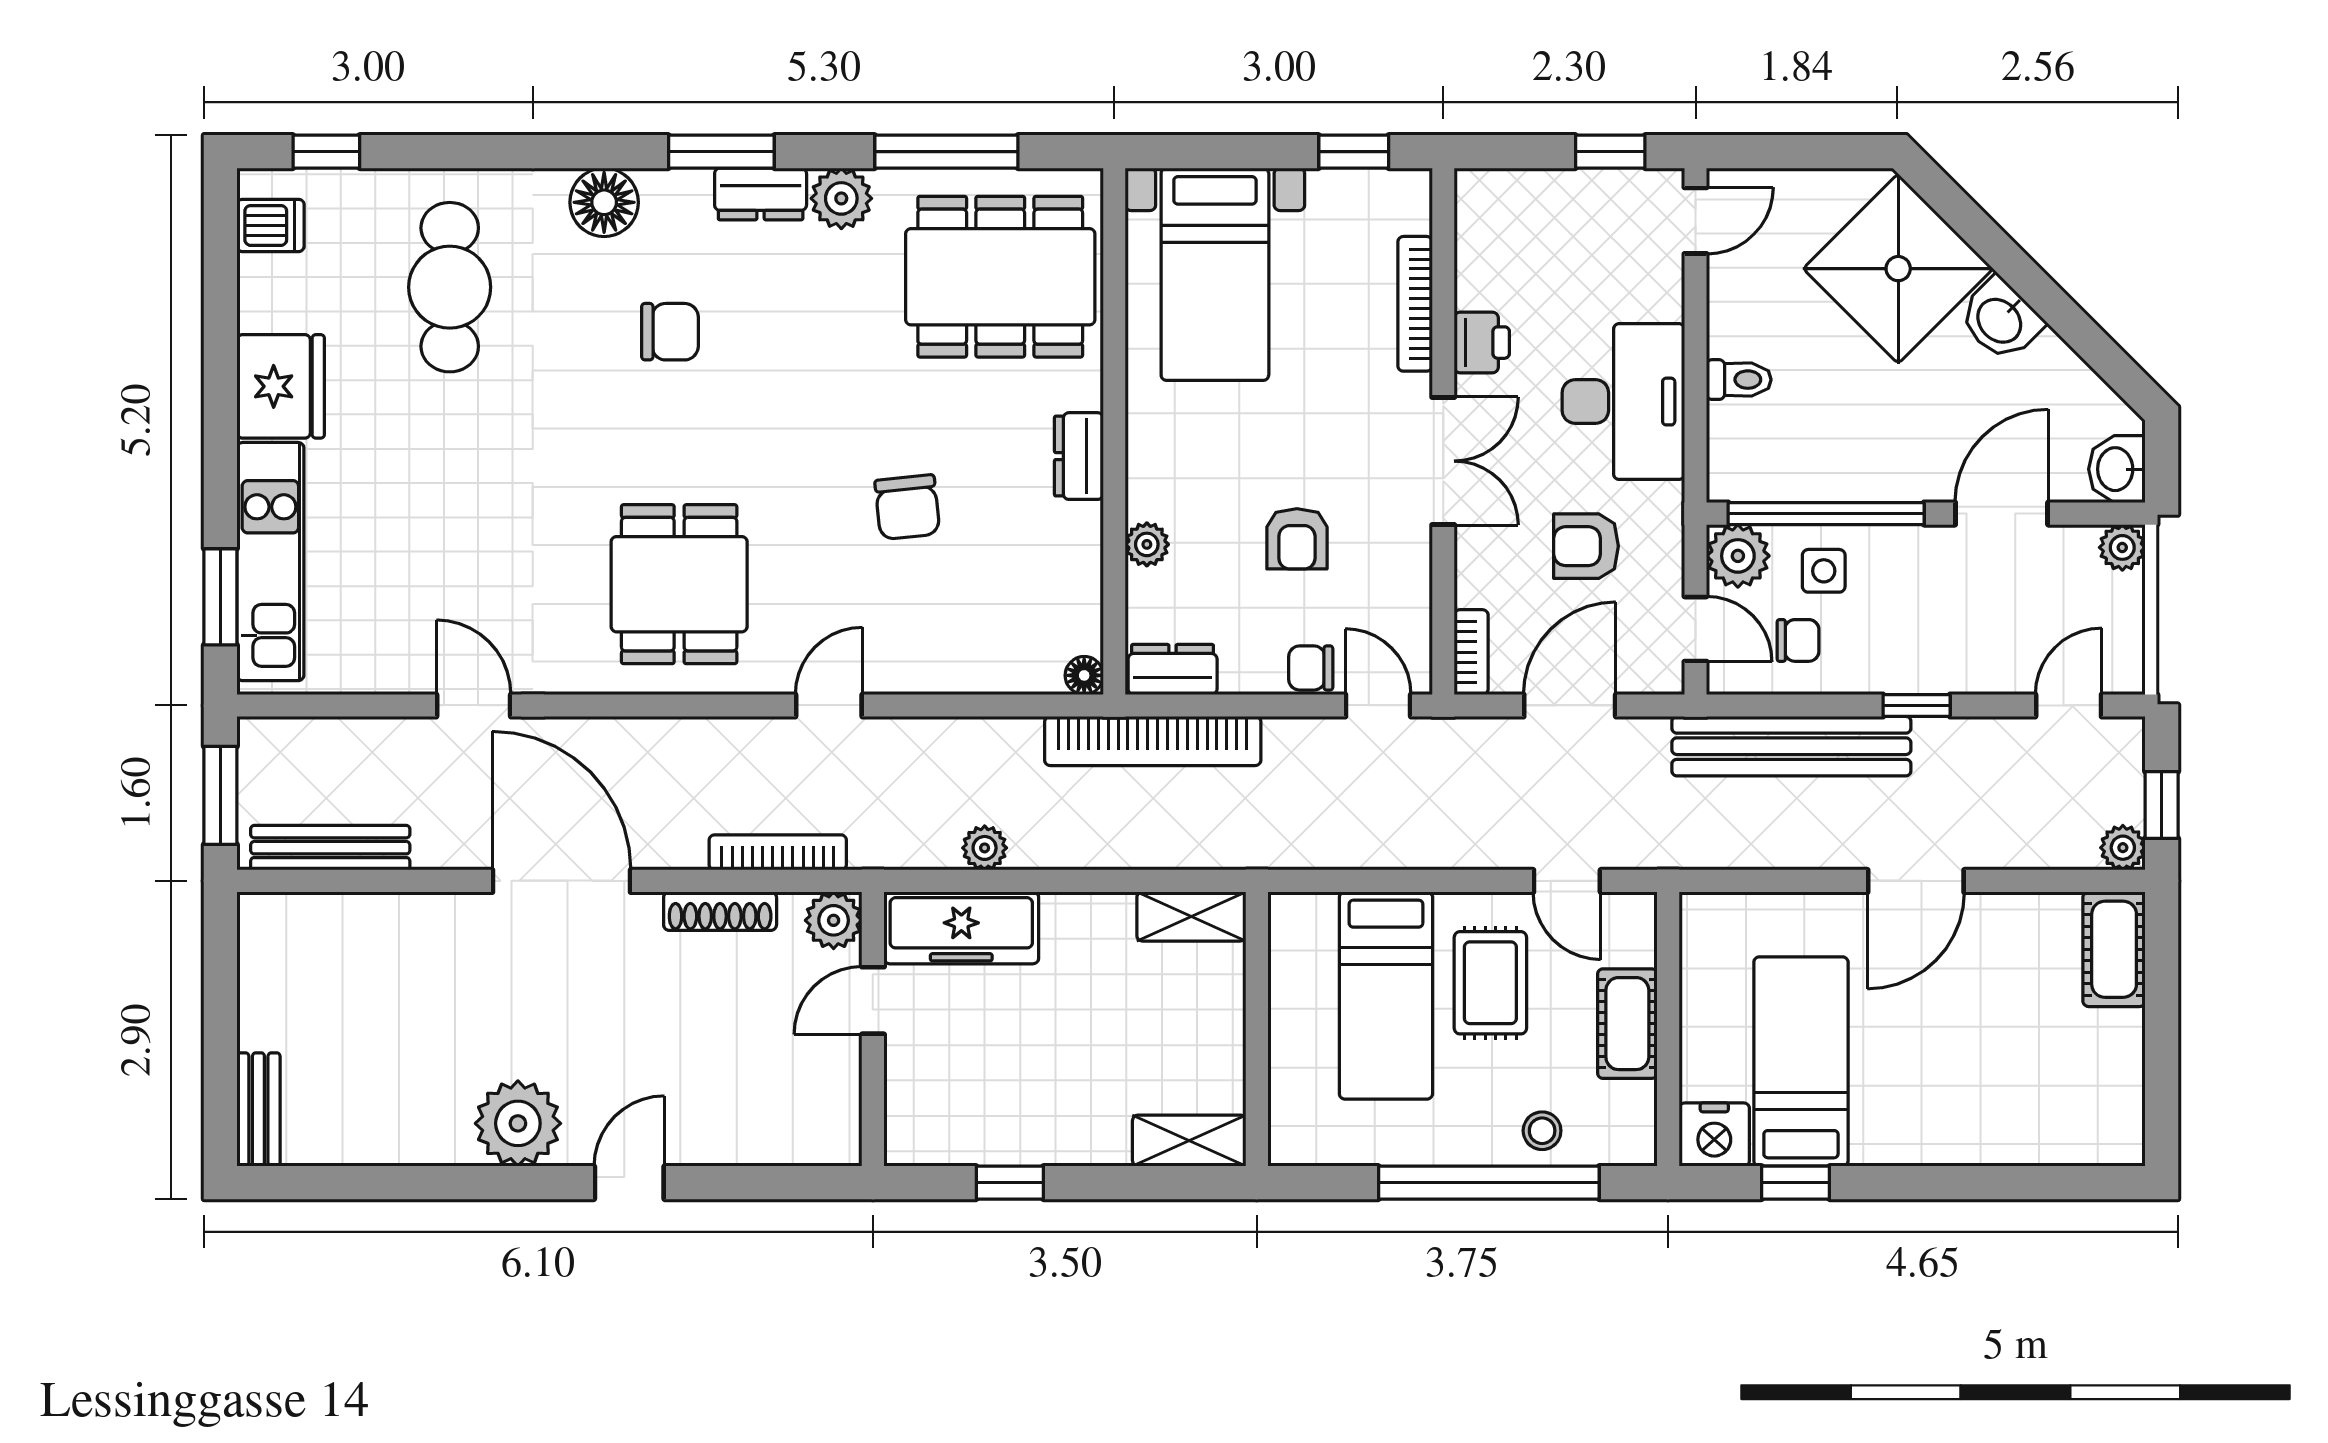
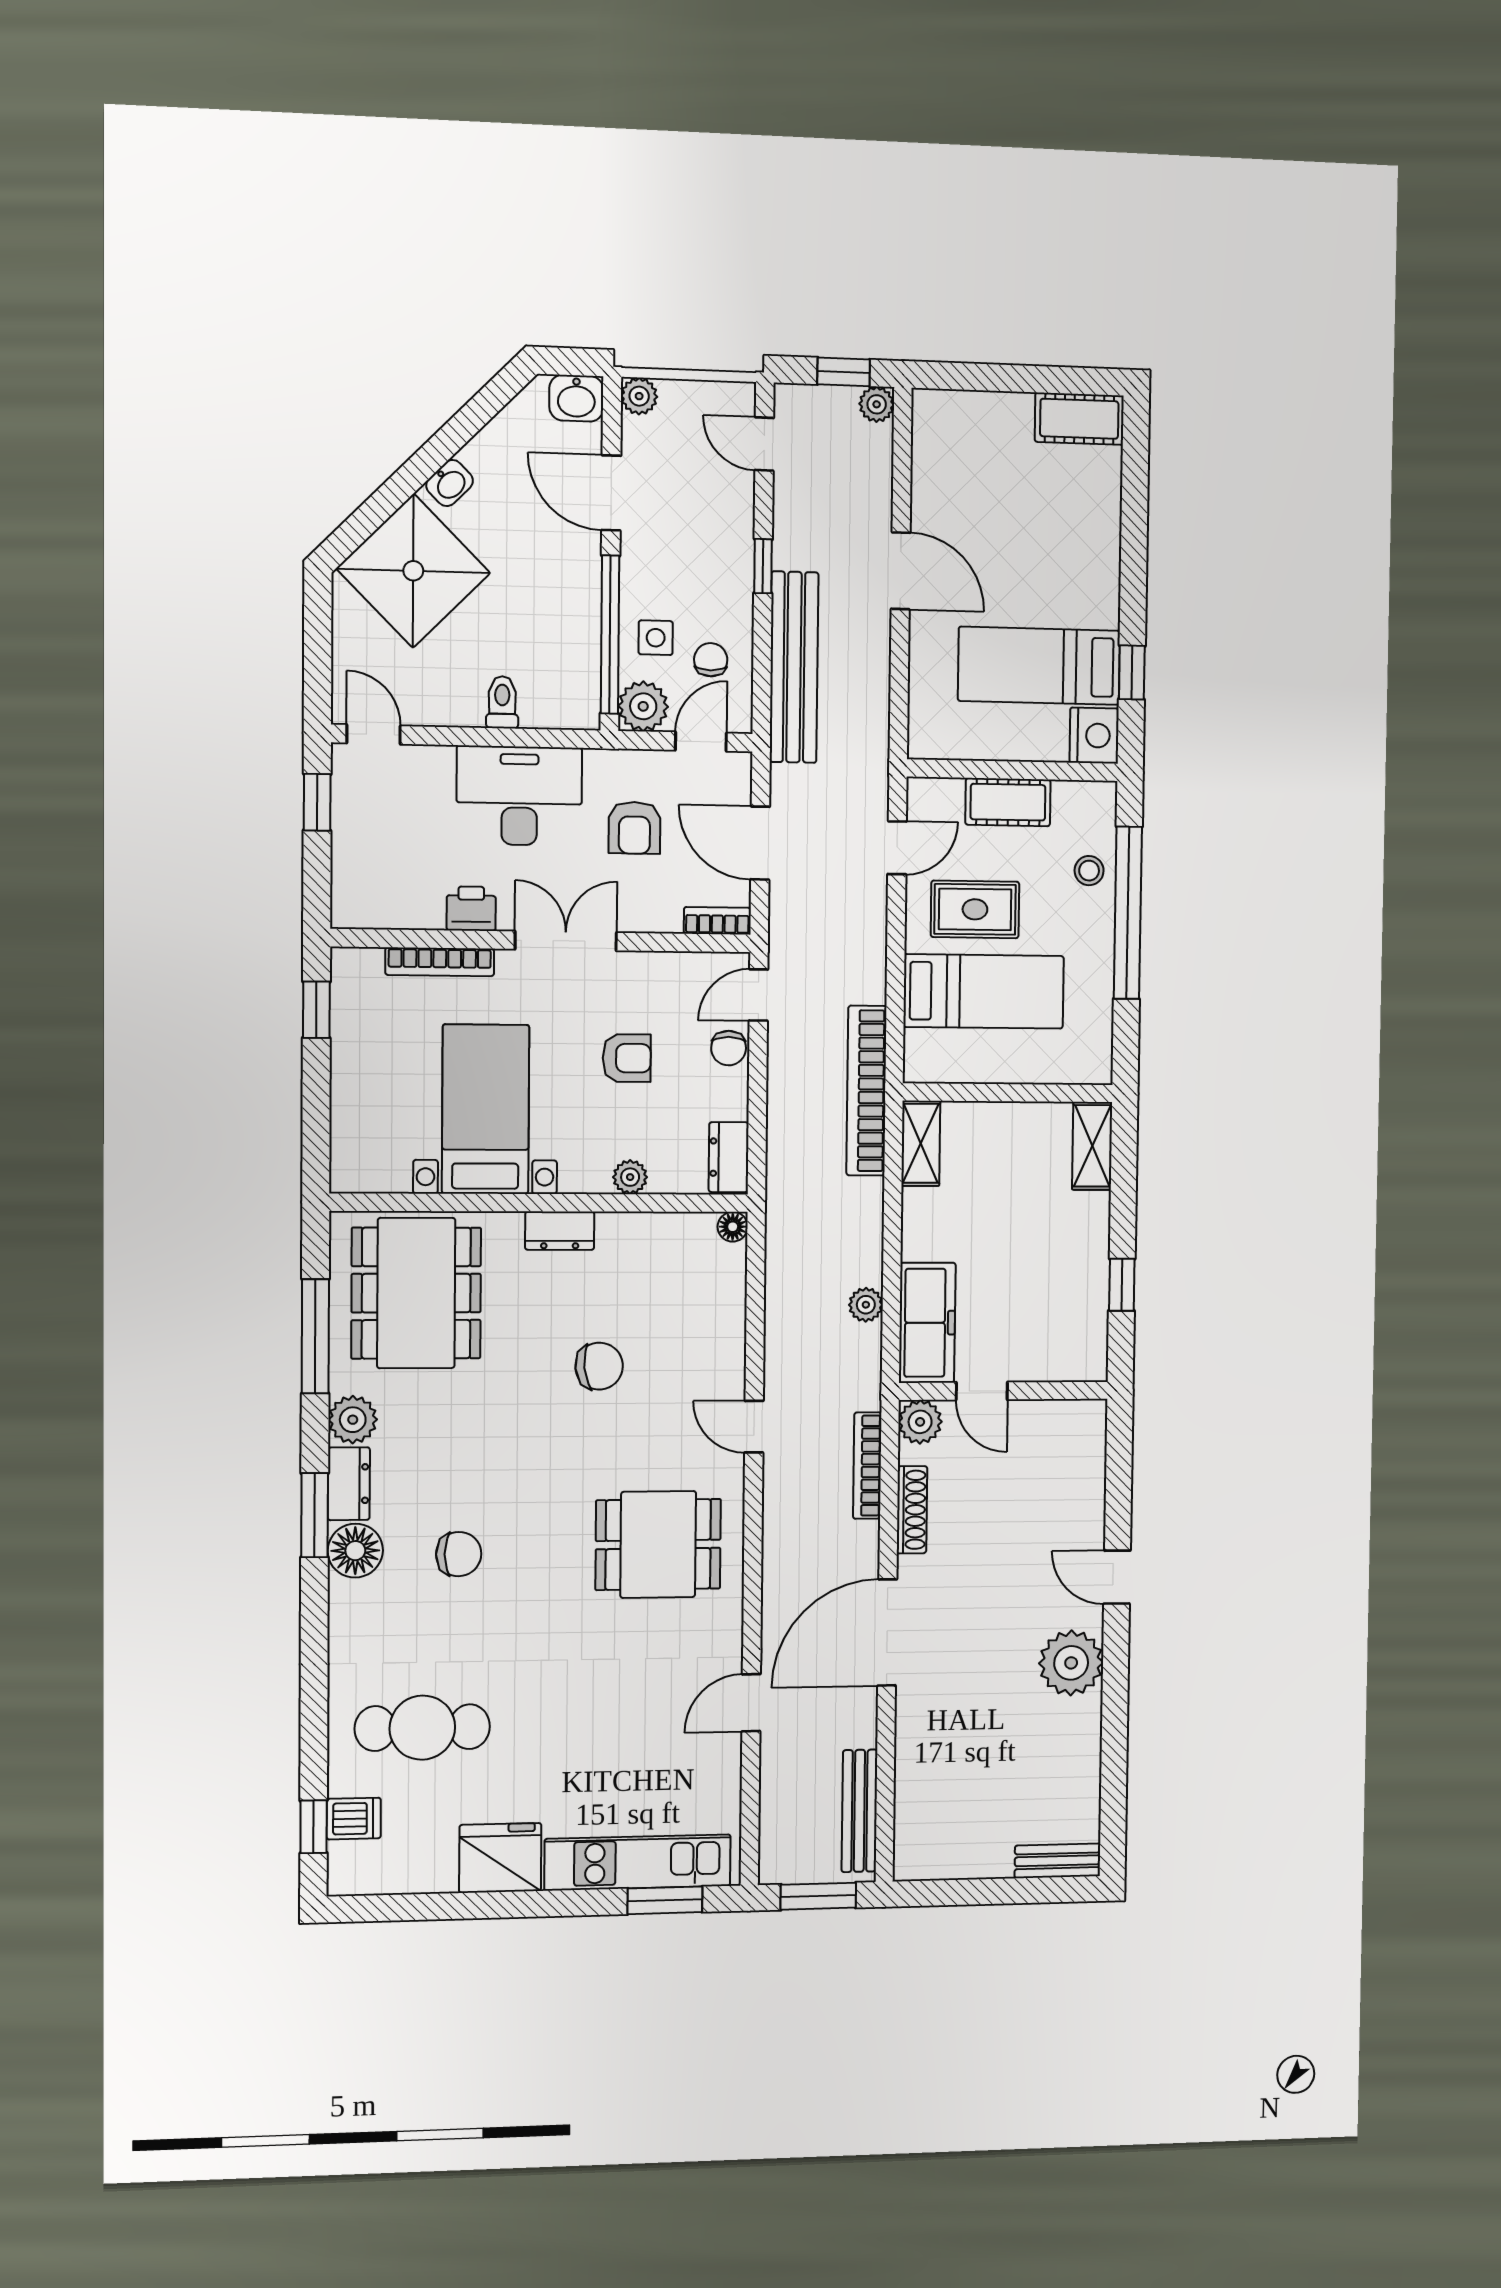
floor lamp: (604, 202) -> (355, 1551), moved
dishwasher: (270, 225) -> (354, 1819), moved, turned 90
bed with nightstands: (1215, 274) -> (486, 1109), moved, turned -90
washbasin: (2001, 319) -> (450, 483), width x0.72, depth x0.69
chair: (670, 332) -> (459, 1554), turned 90
bookcase: (1153, 741) -> (867, 1091), moved, turned 180
cot: (2114, 949) -> (1079, 419), moved

